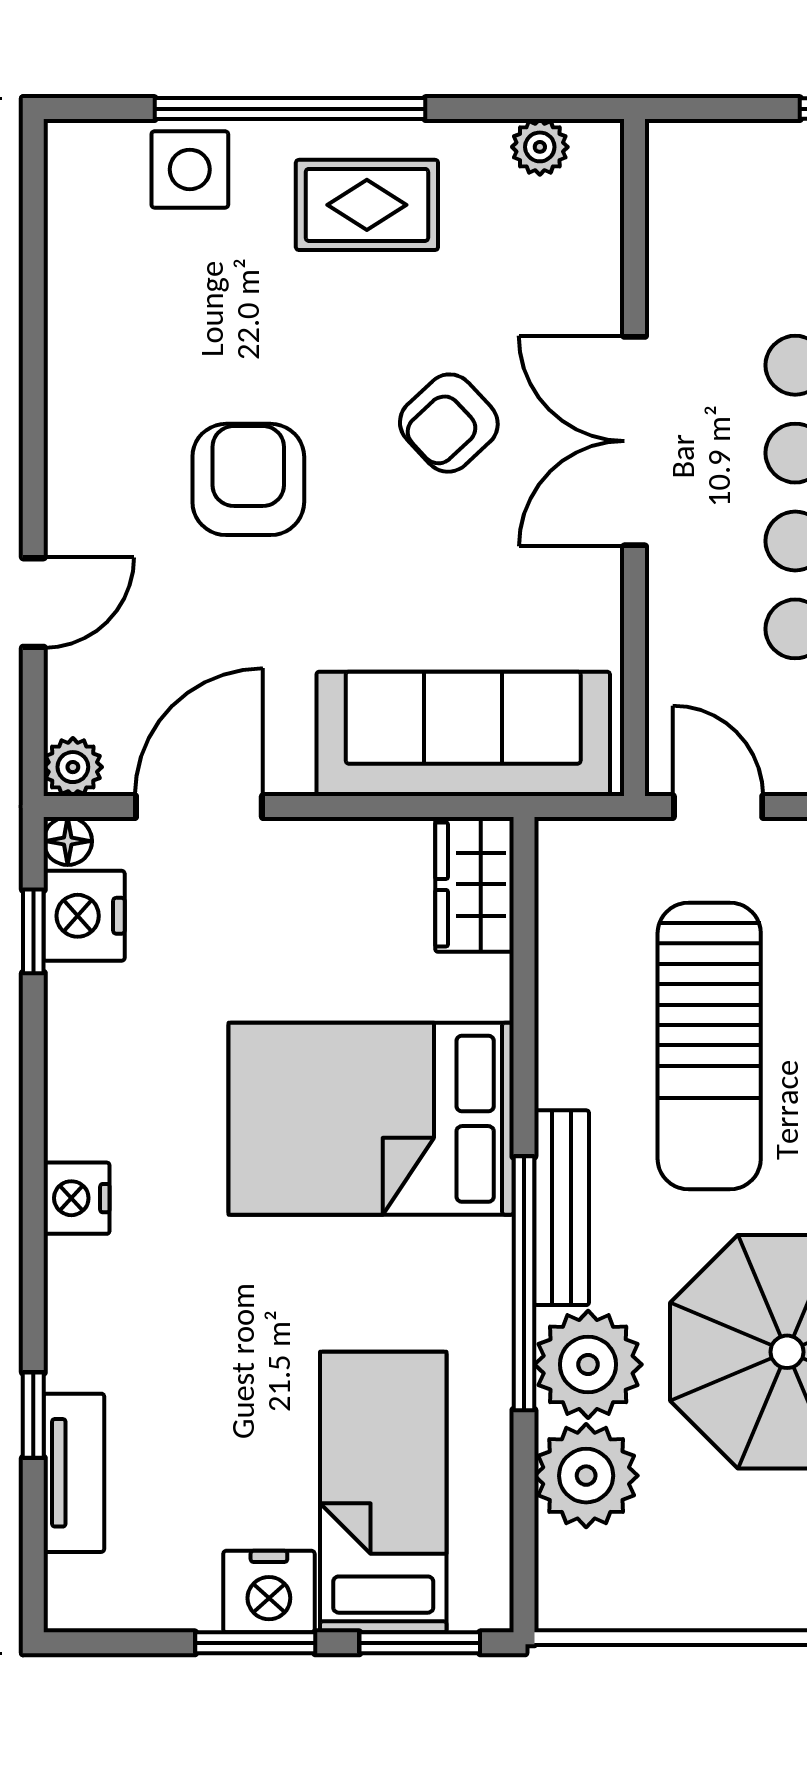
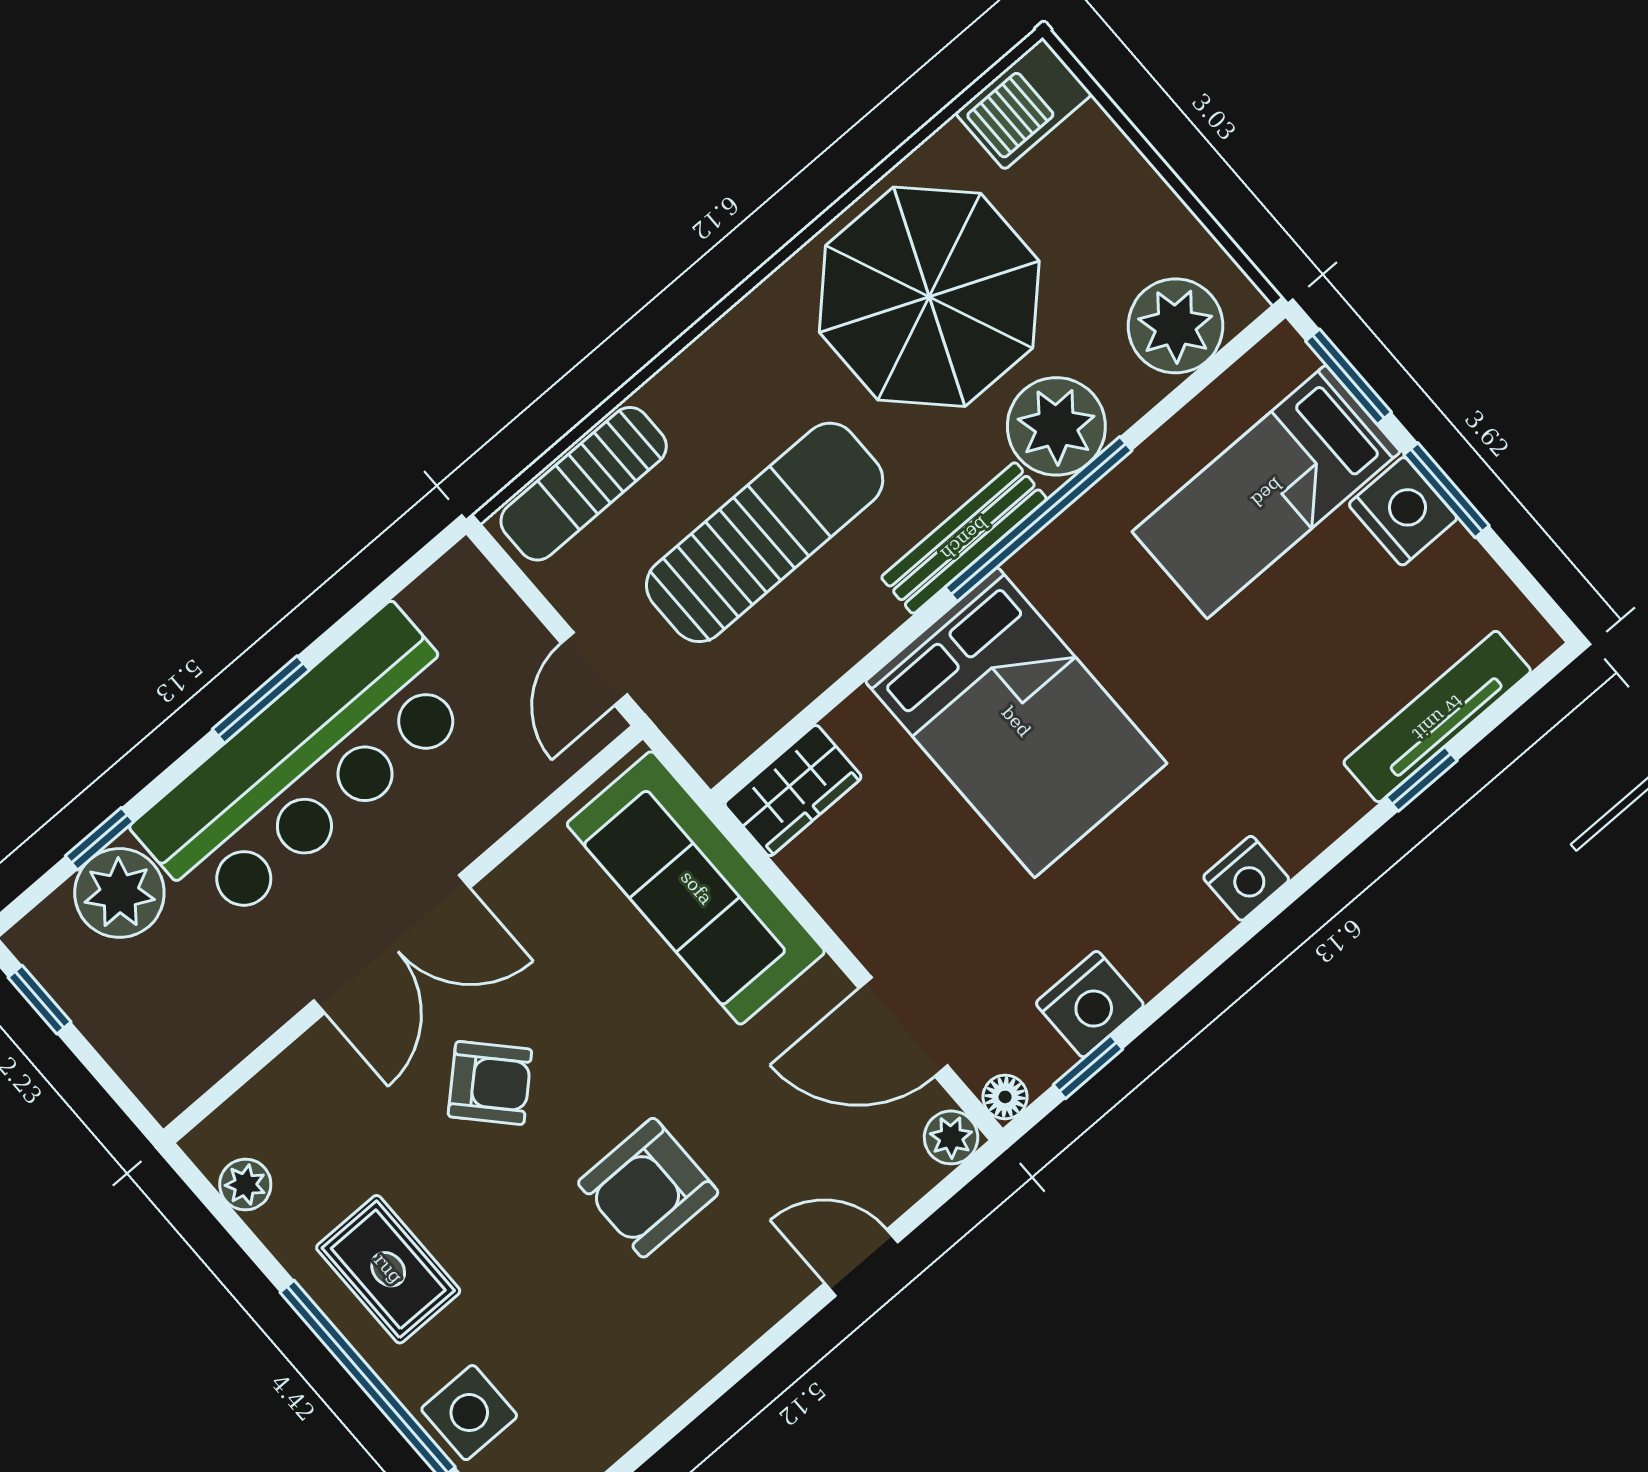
nightstand: (84, 916) -> (1090, 1004), moved
tv unit: (74, 1473) -> (1437, 717), width x1.41
plant: (586, 1476) -> (1175, 326), moved

